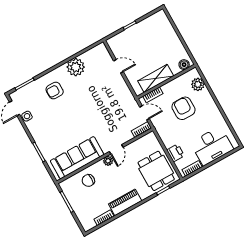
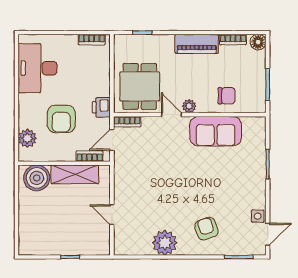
boiler: (184, 65) -> (37, 178), width x1.86, depth x1.86
armchair: (55, 90) -> (206, 229), turned -109
door: (144, 113) -> (112, 140), hinge flipped
desk: (212, 146) -> (38, 68), moved, turned -90
door: (116, 149) -> (171, 115), hinge flipped
printer: (176, 153) -> (101, 107), moved
sofa: (77, 158) -> (216, 131), width x0.73
dining table: (156, 171) -> (140, 86), moved
floor lamp: (87, 225) -> (258, 42), added

